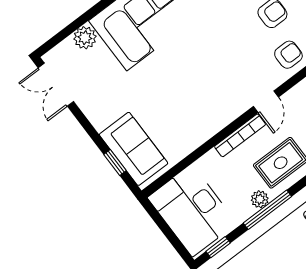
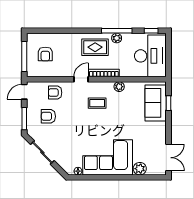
coffee table: (217, 85) -> (97, 103), added
plant: (203, 132) -> (119, 87), added

